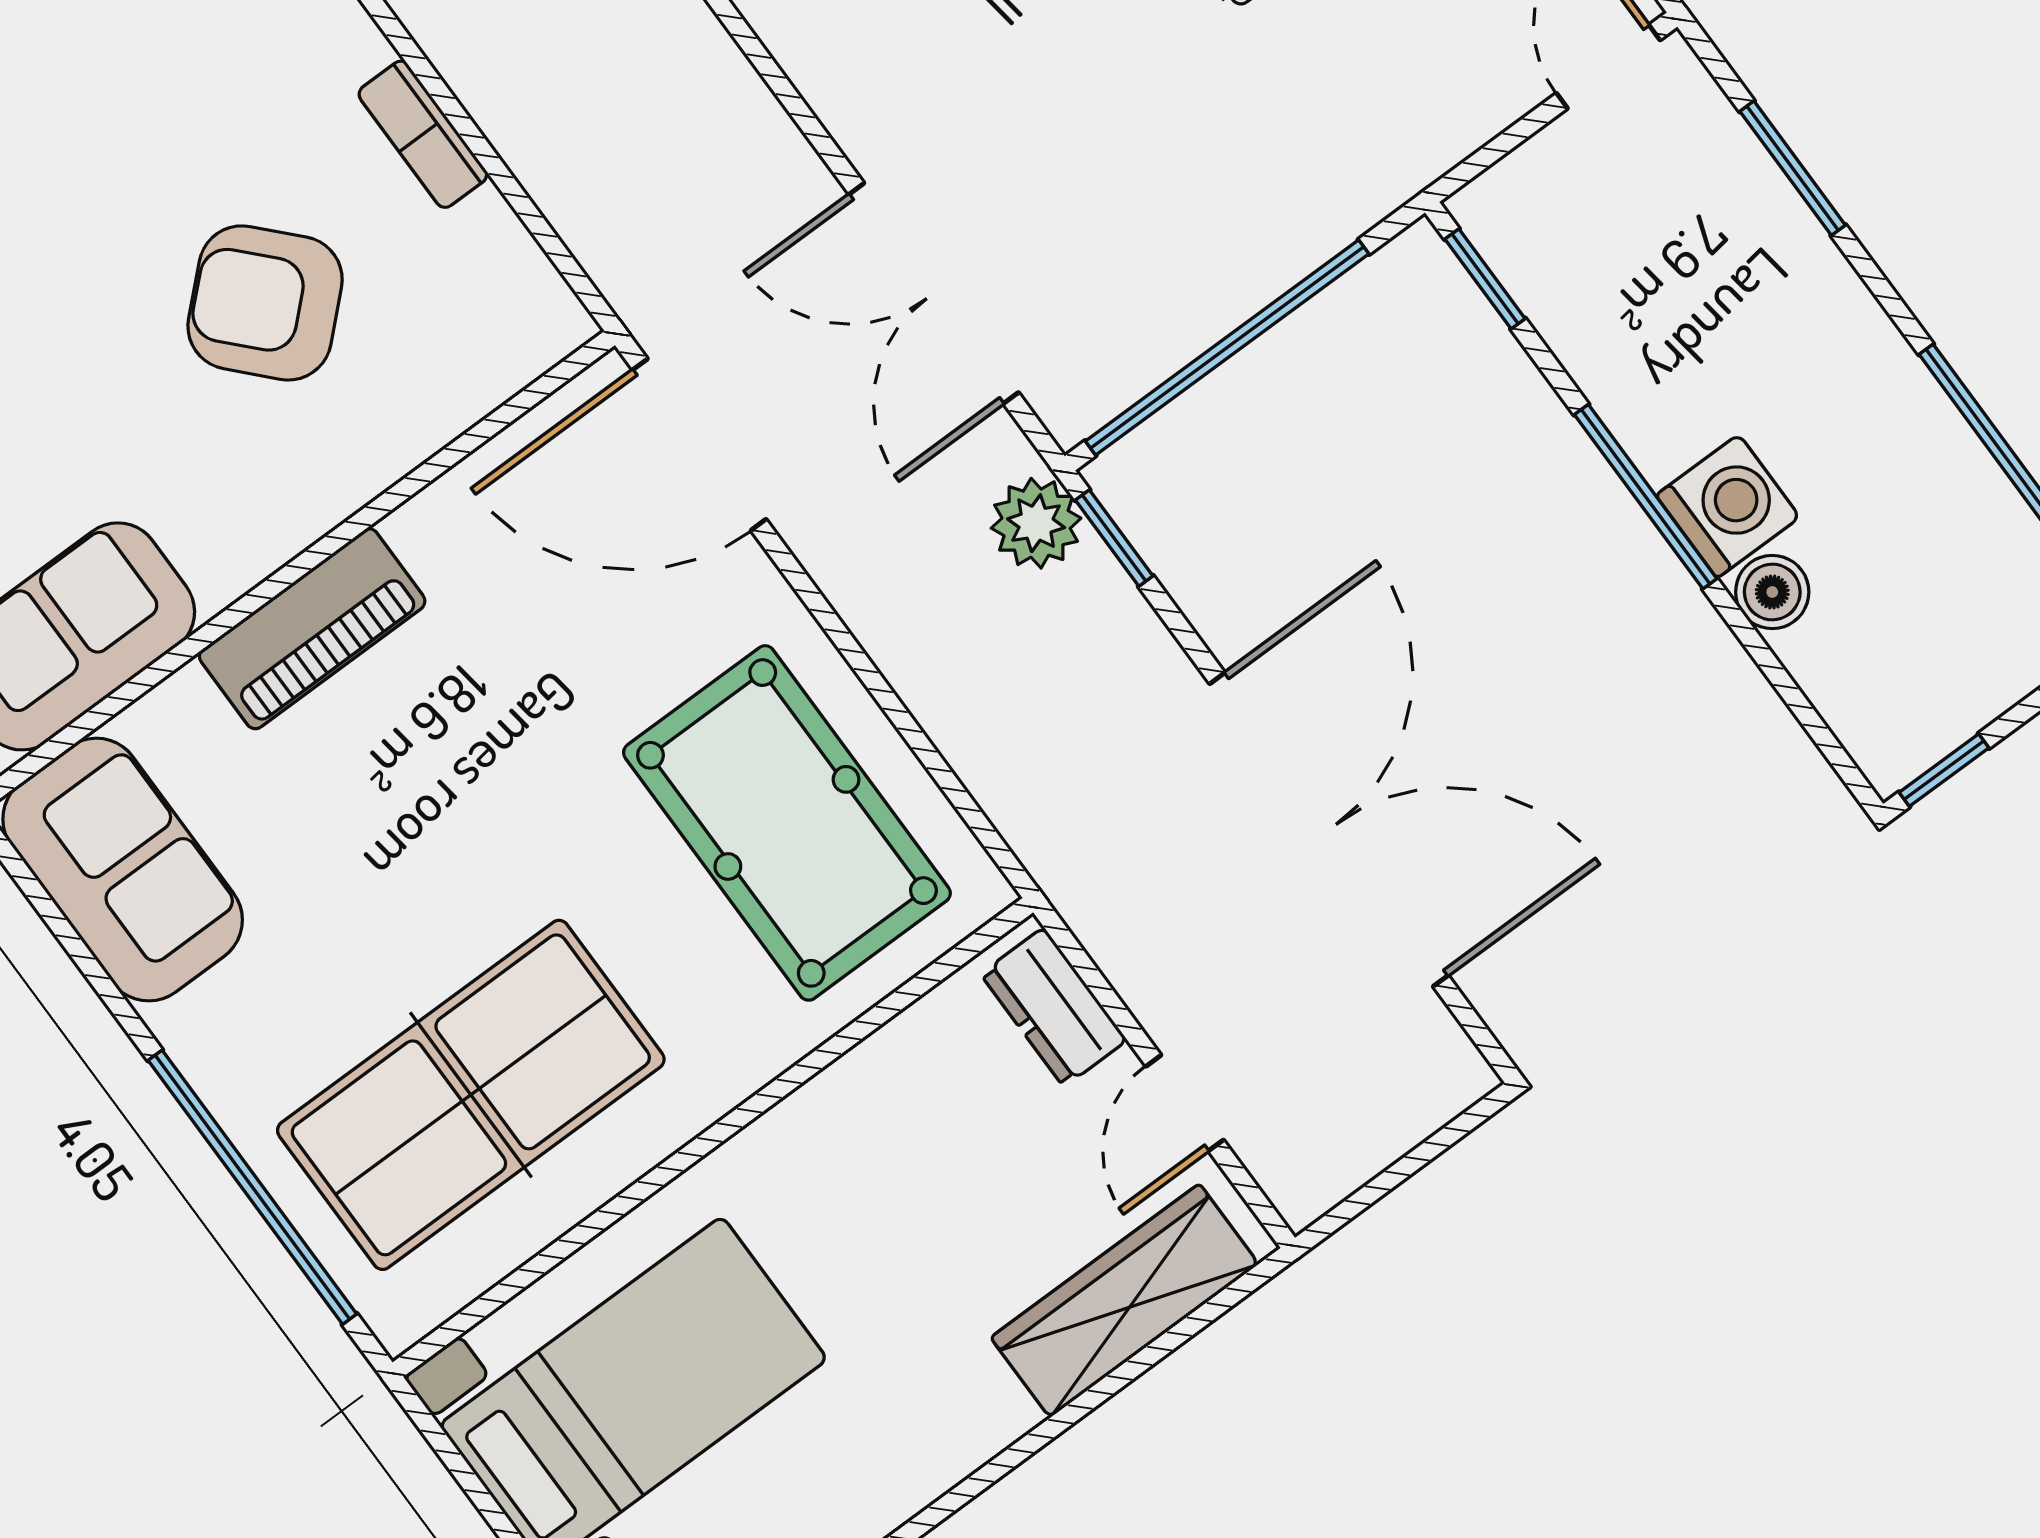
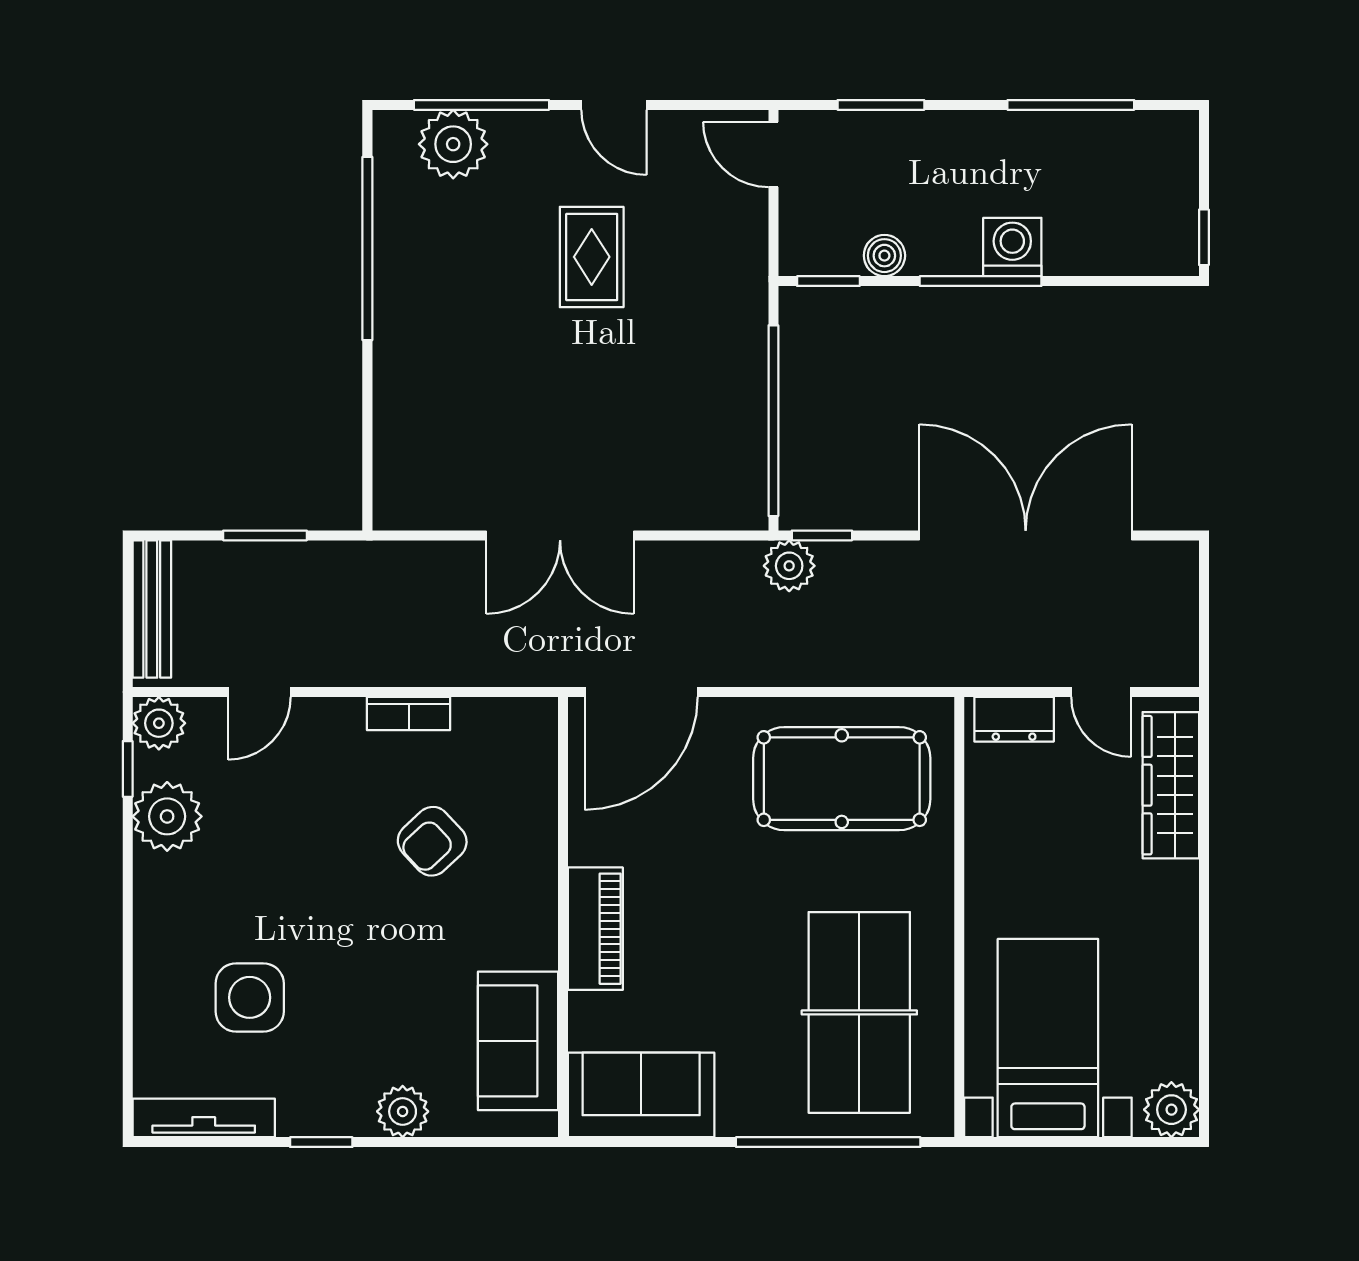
double door: (934, 293) -> (560, 535), moved
armchair: (265, 303) -> (432, 841), width x0.72, depth x0.72
boiler: (1772, 592) -> (884, 256), moved

